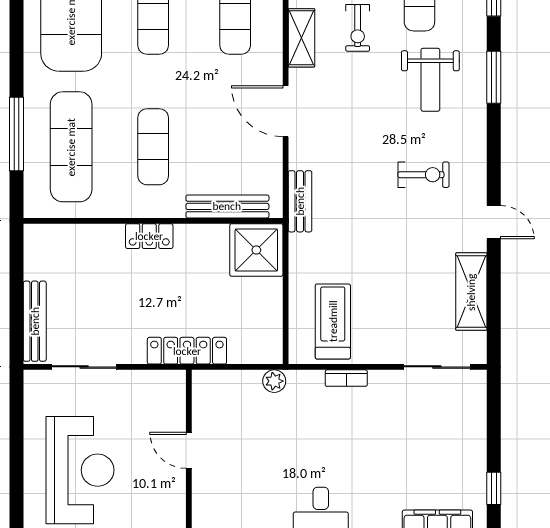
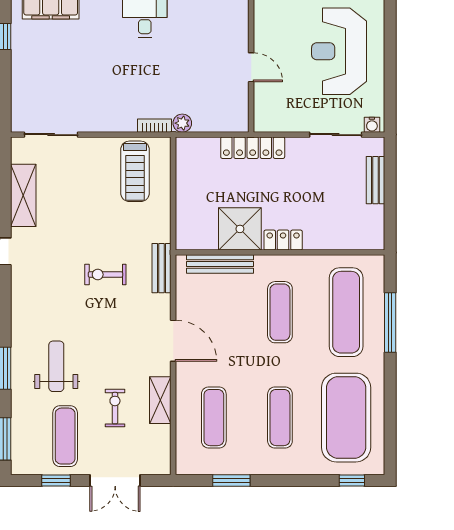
exercise bike: (423, 175) -> (105, 275), moved
shower: (256, 250) -> (240, 229), moved
bench: (35, 321) -> (375, 180), width x0.73
bookcase: (346, 378) -> (154, 126), moved
water cooler: (39, 379) -> (372, 125), added

